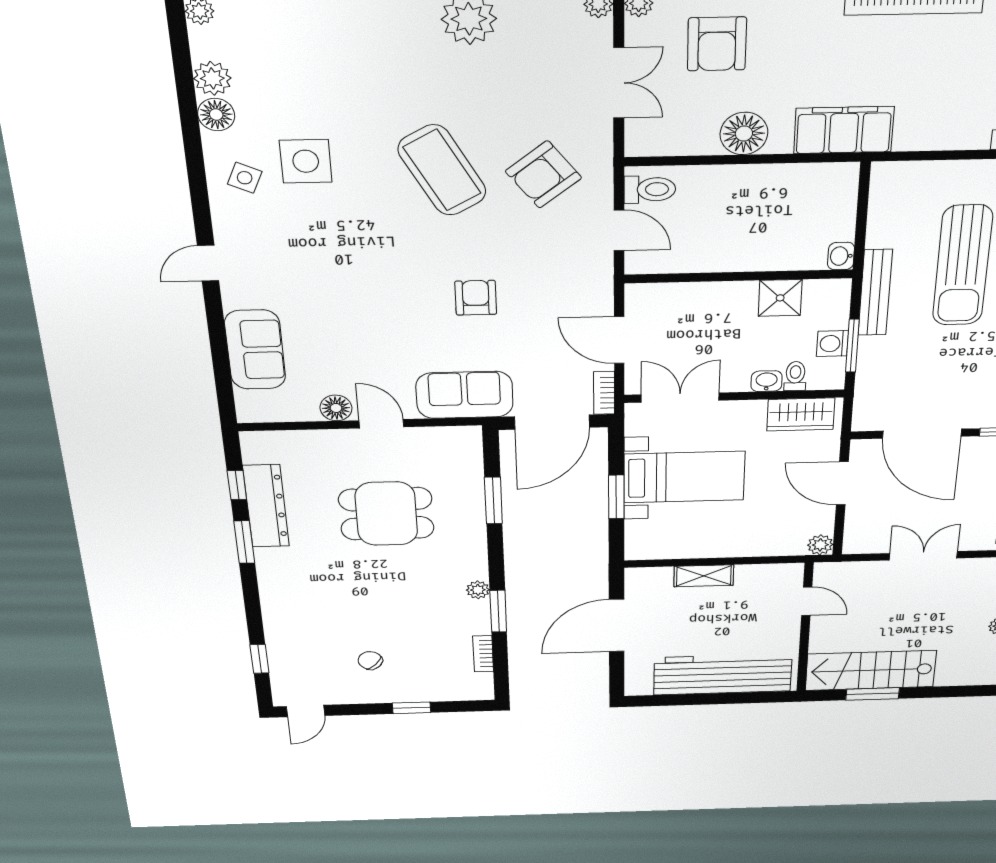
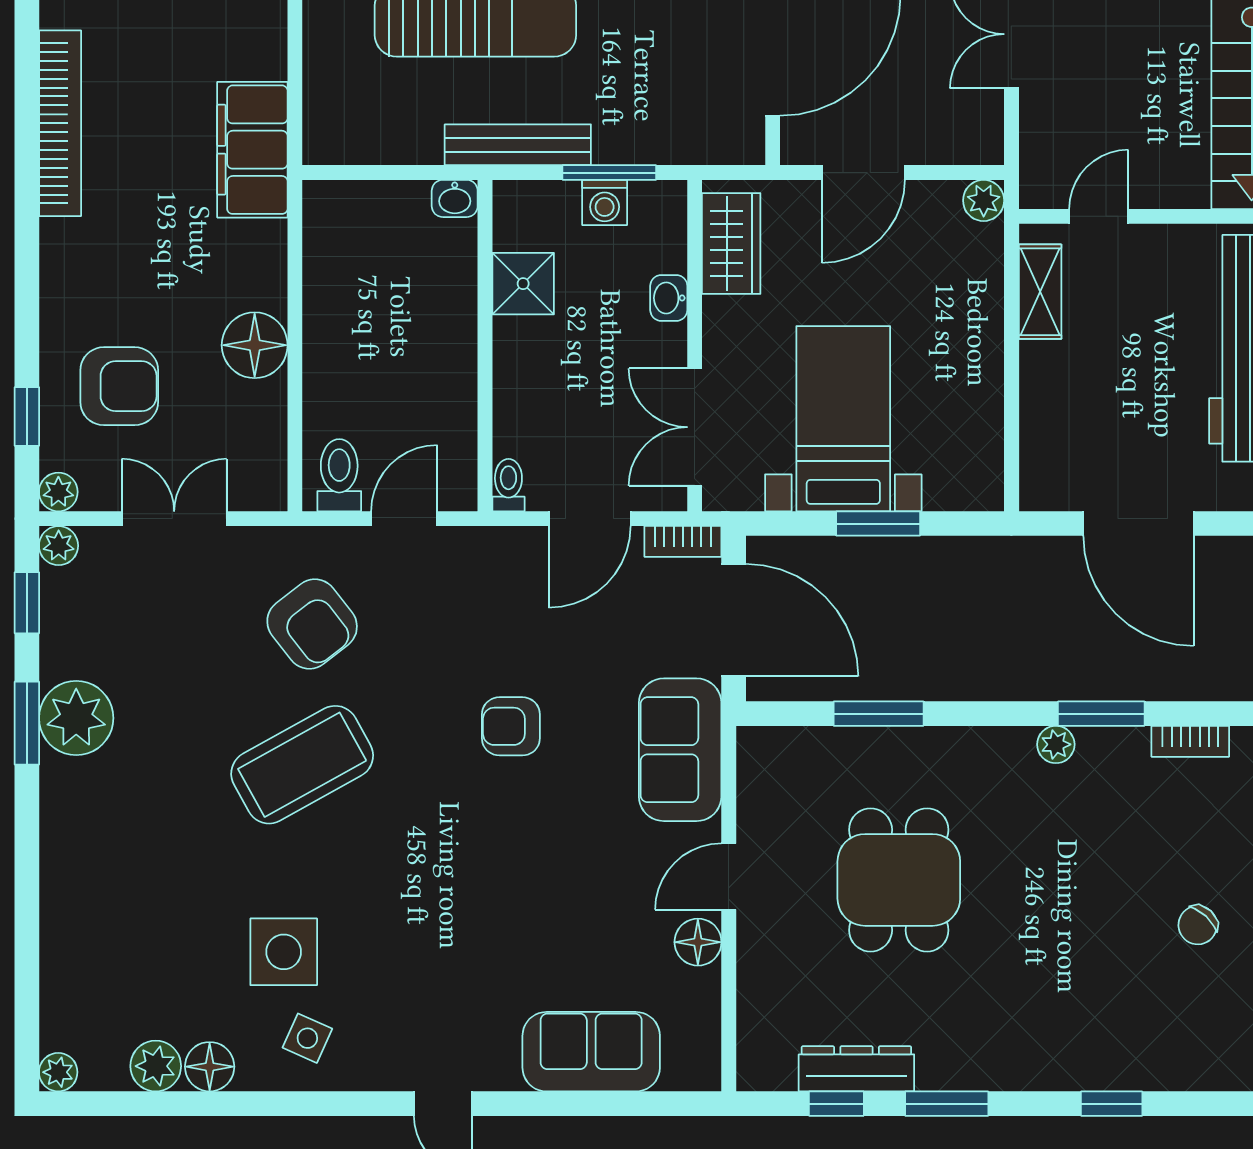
filing cabinet: (844, 130) -> (252, 150), moved
toilet: (795, 376) -> (508, 485), moved, turned 90
dresser: (266, 506) -> (856, 1069), width x0.73, depth x0.80
shelving: (704, 576) -> (1040, 292), moved
window: (259, 659) -> (1112, 1104), moved

